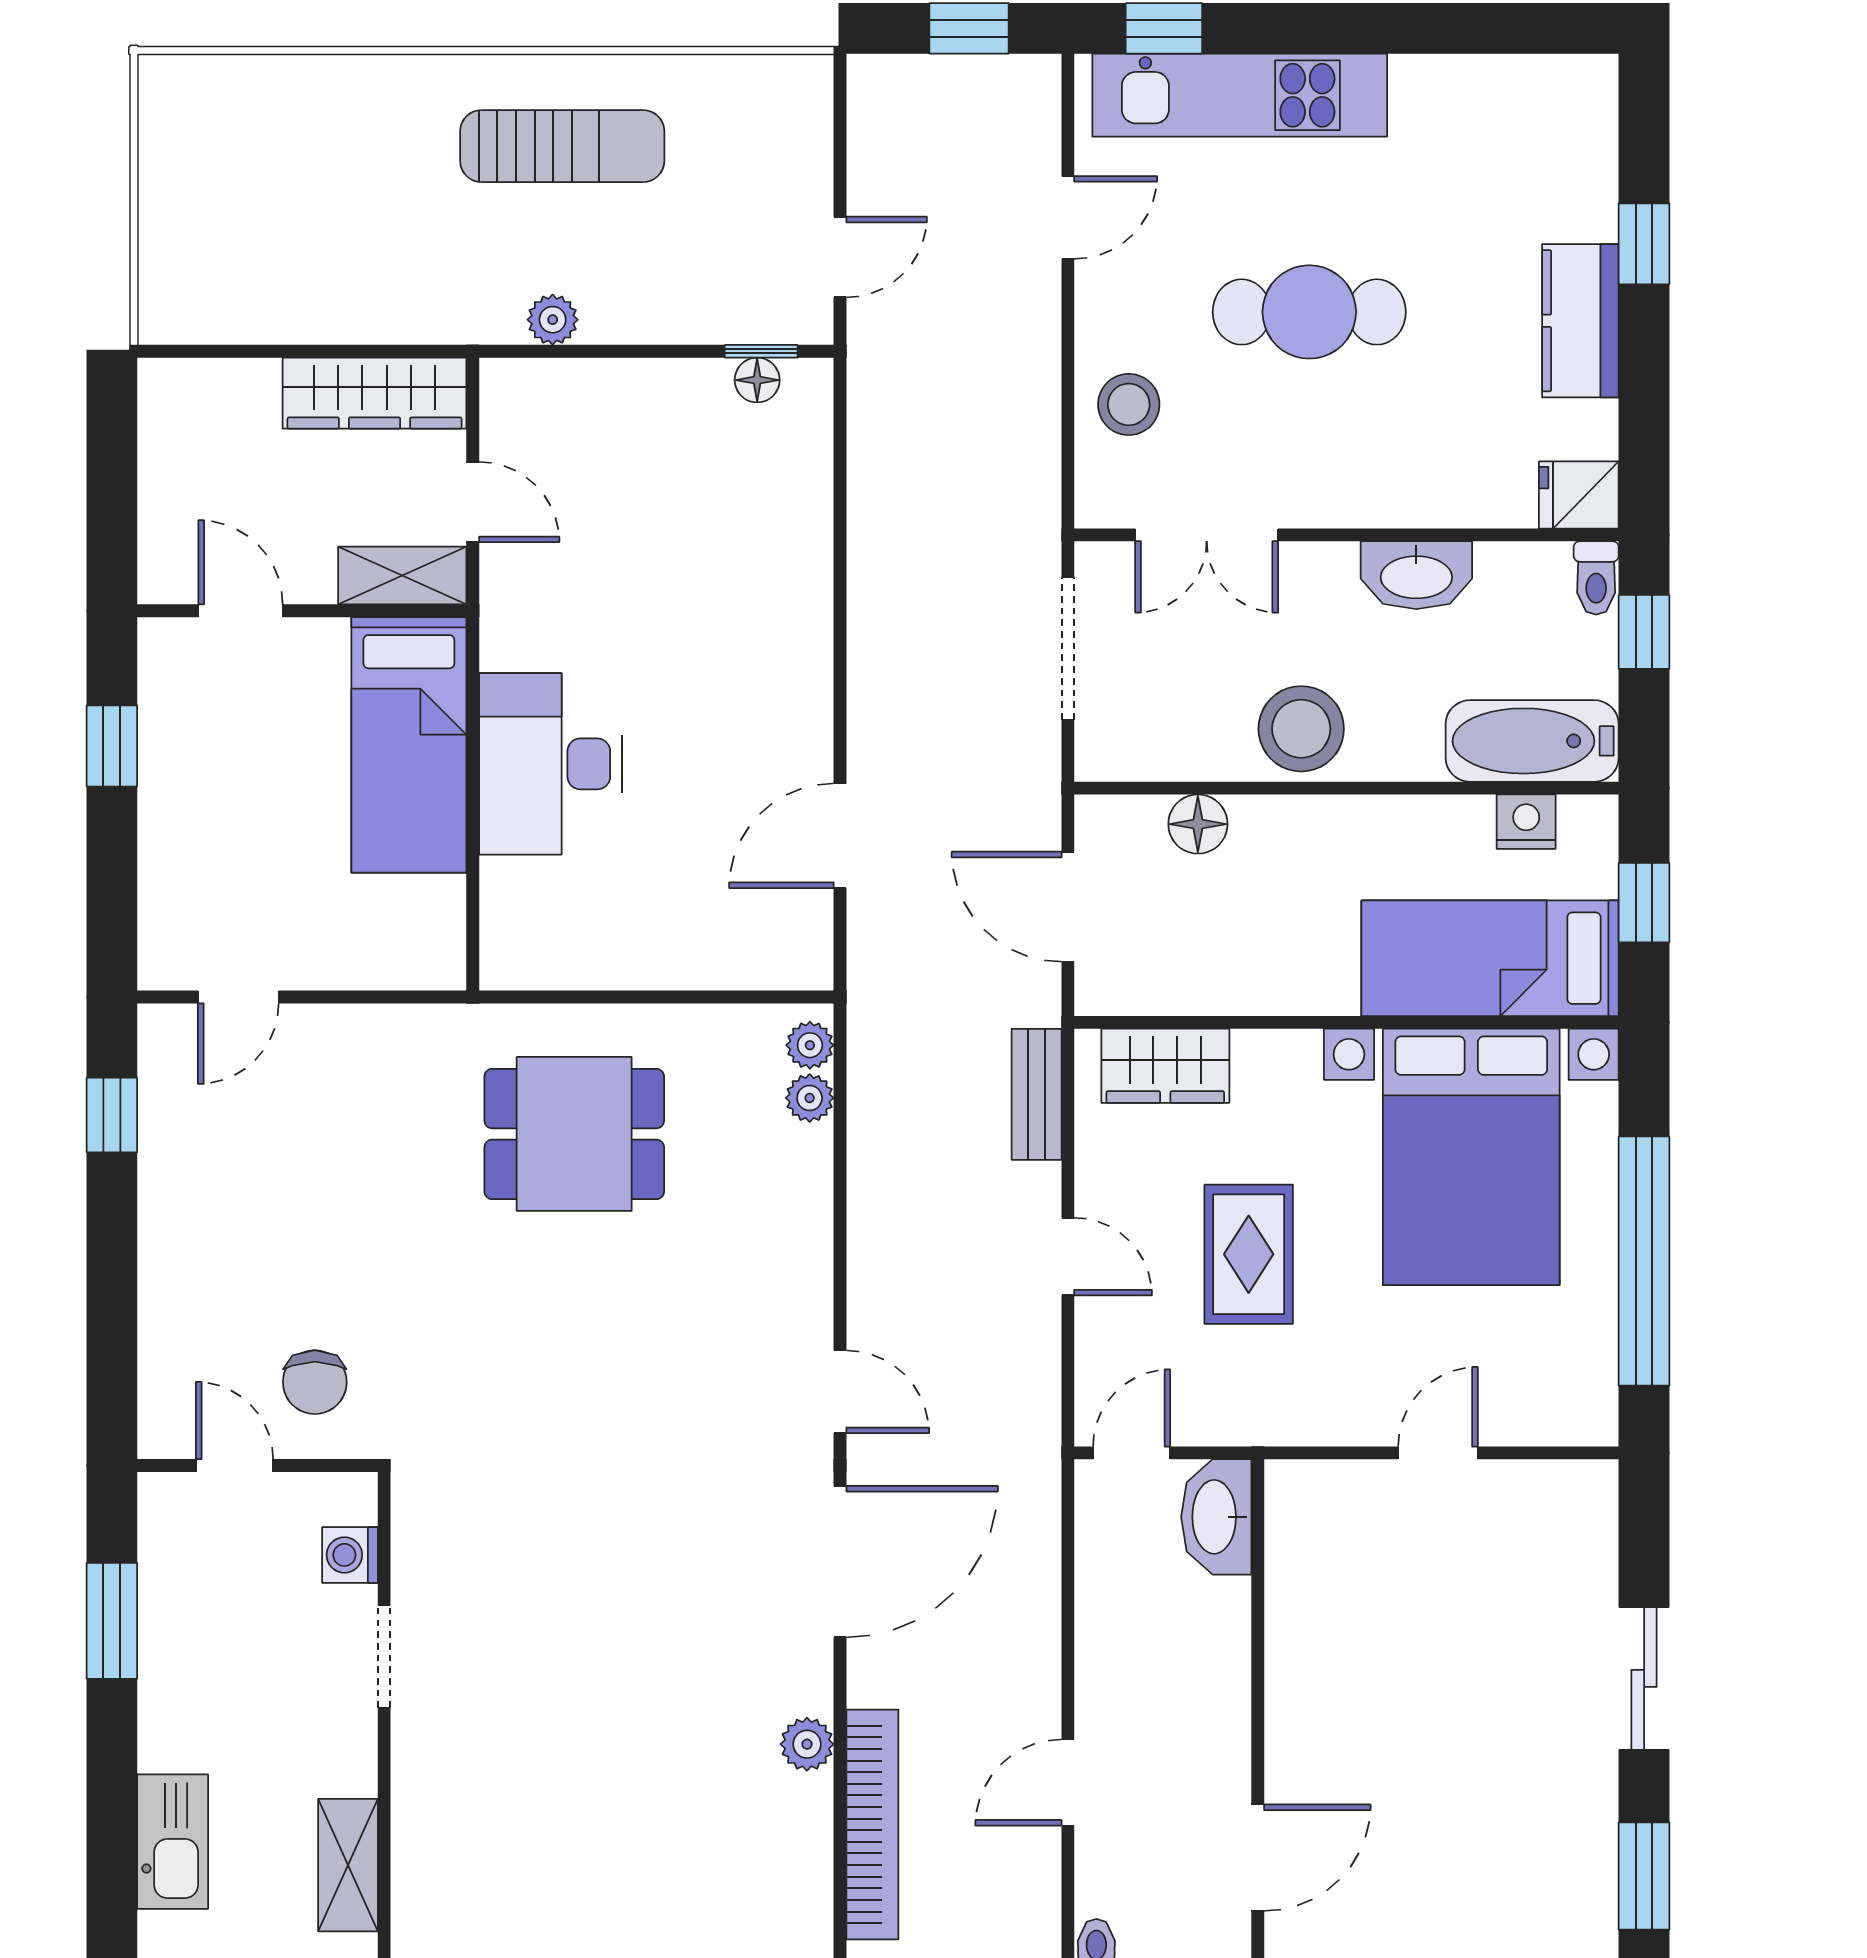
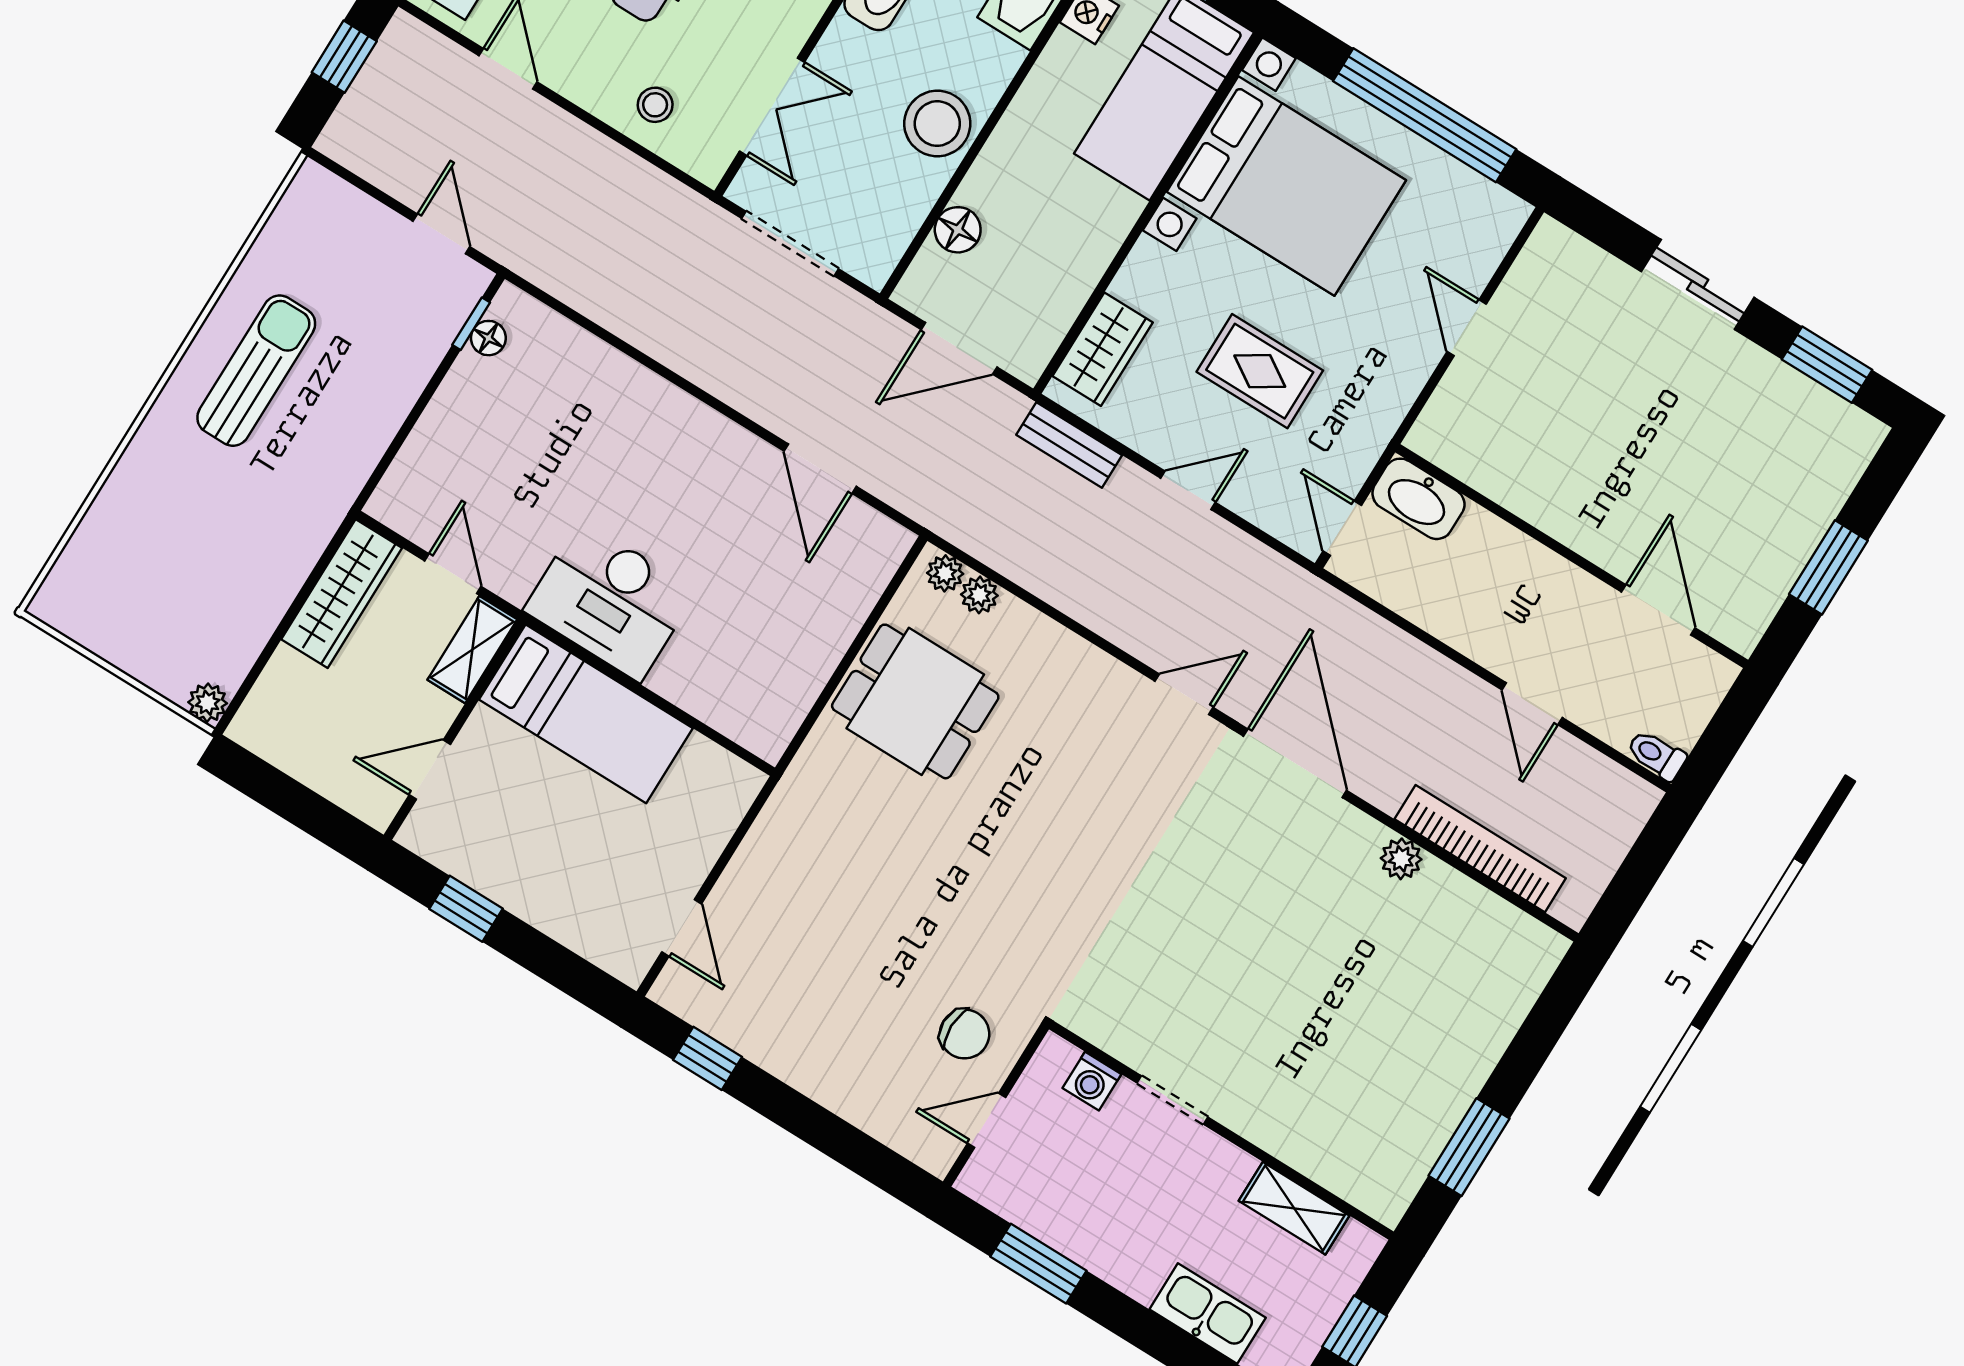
plant: (553, 320) -> (208, 703), moved
stool: (1129, 404) -> (655, 105), width x0.73, depth x0.73
door: (473, 502) -> (453, 574), hinge flipped
desk: (550, 764) -> (610, 601), moved
dining table: (574, 1134) -> (915, 701), moved, turned 90

